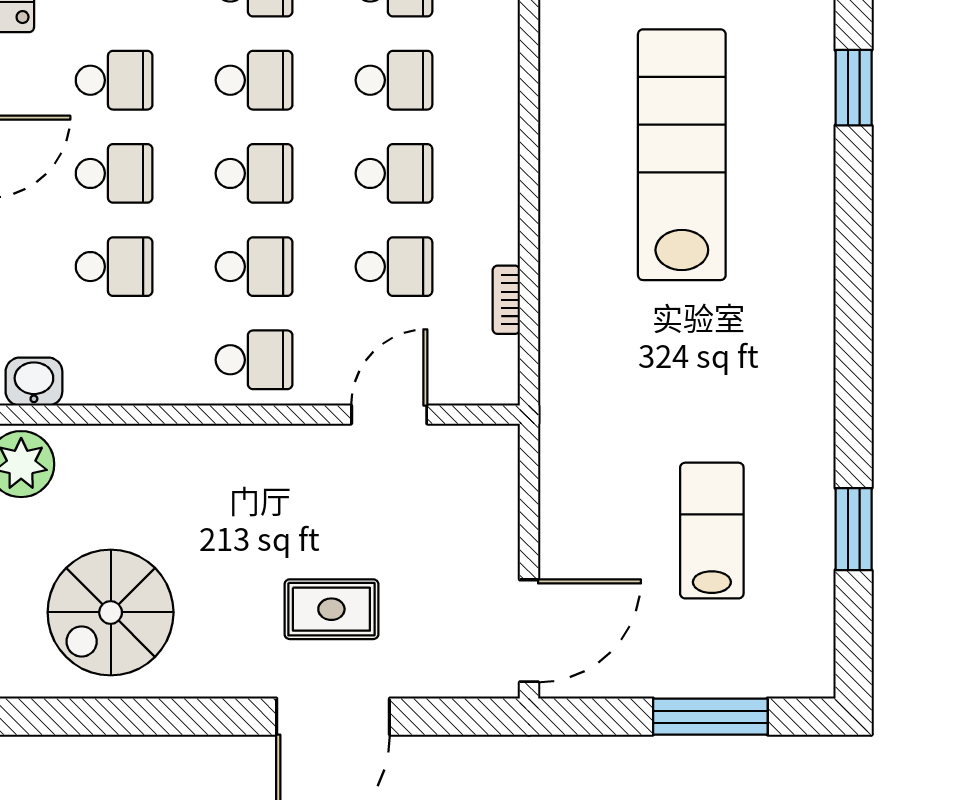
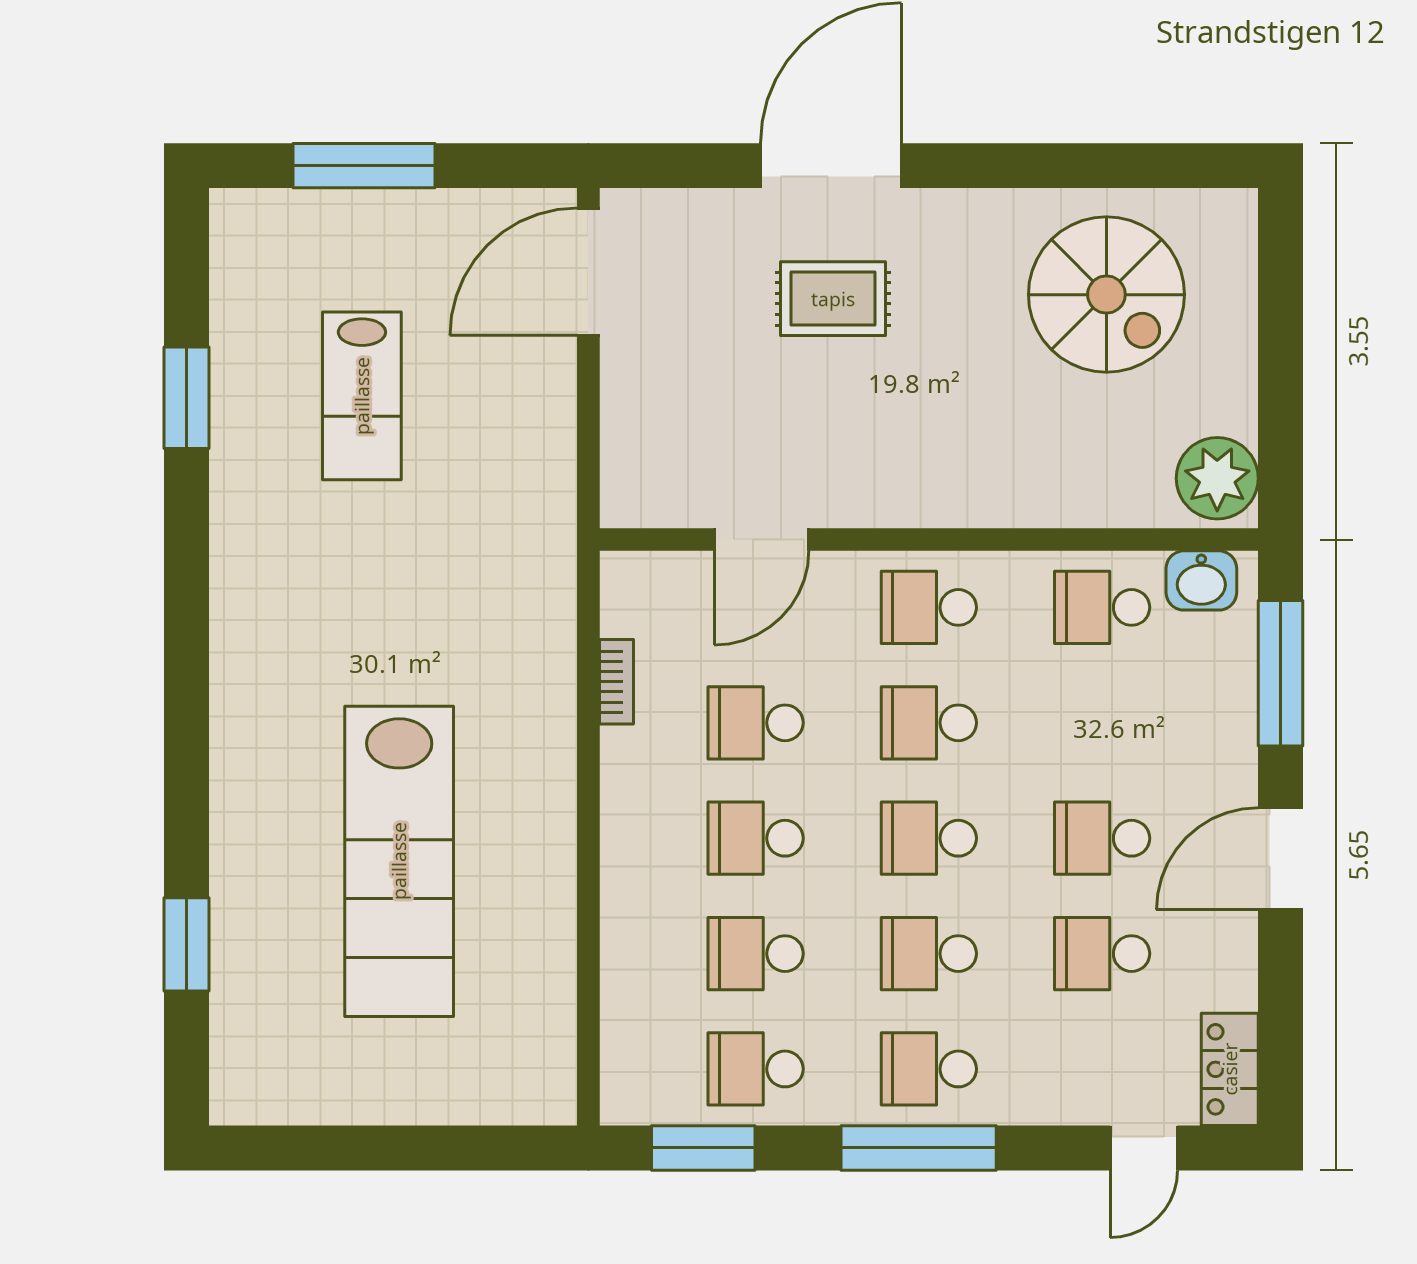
school desk: (114, 267) -> (1102, 607), moved
spiral stairs: (111, 612) -> (1106, 295), turned 90

